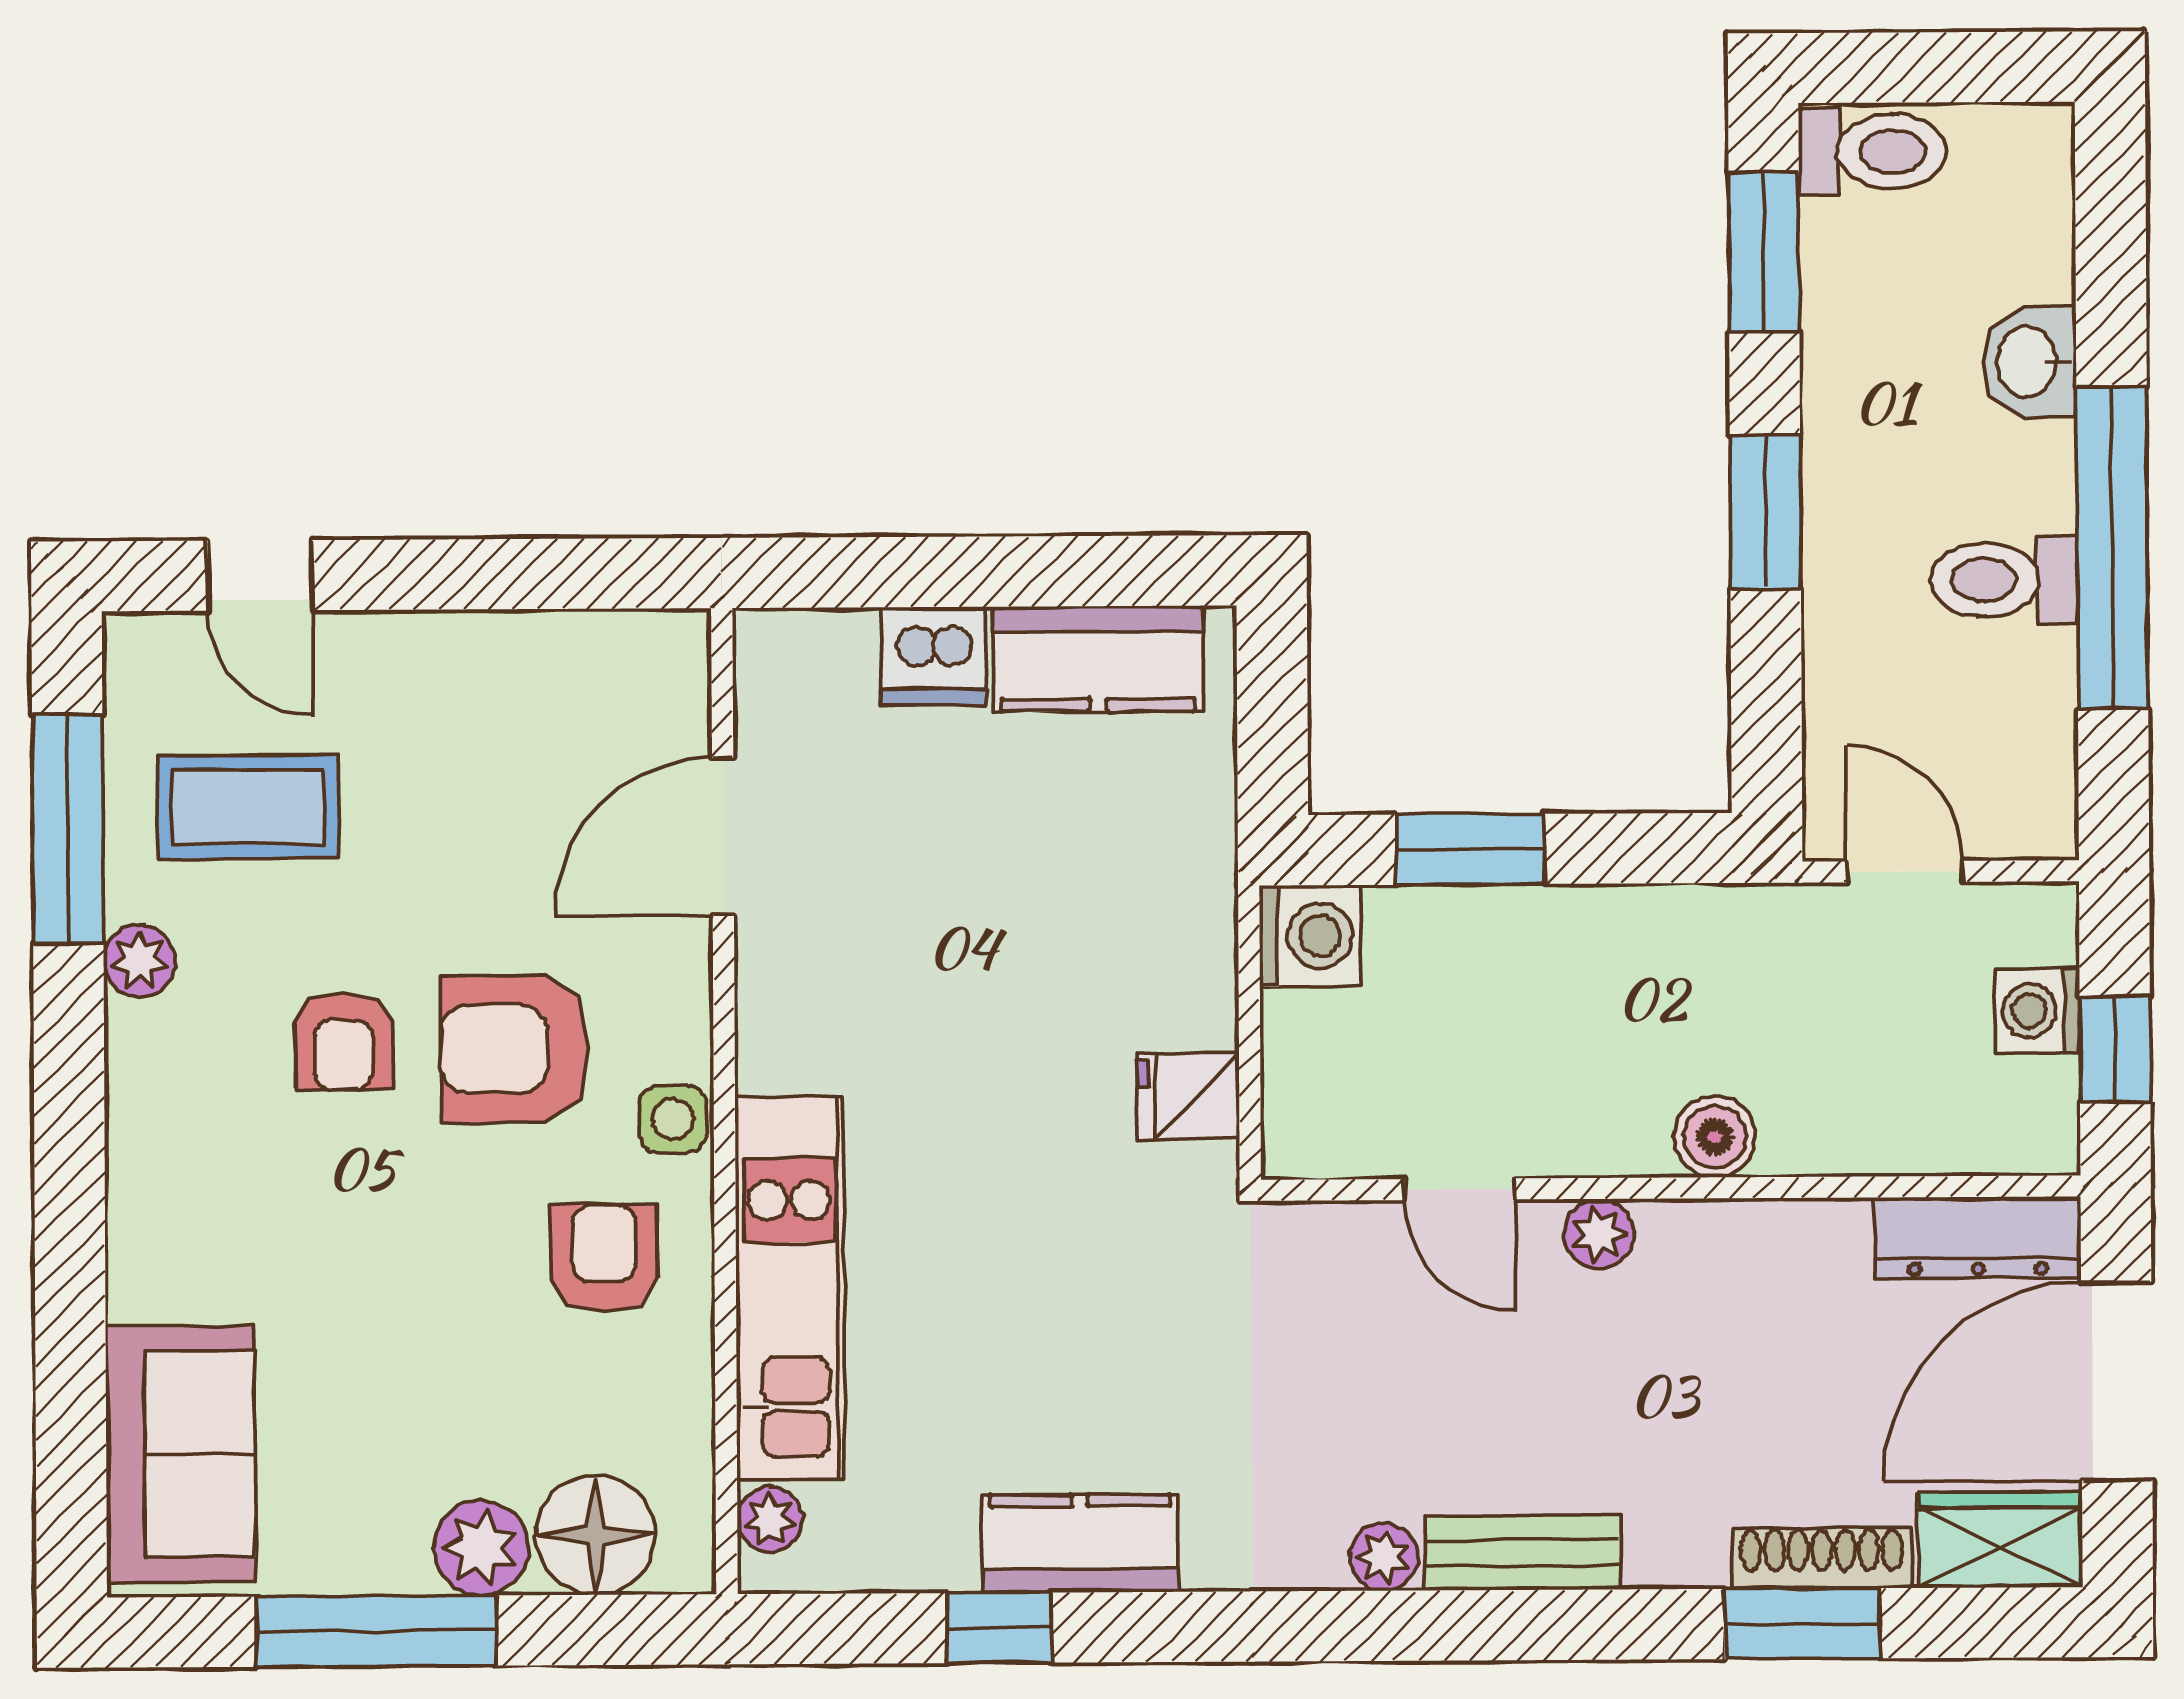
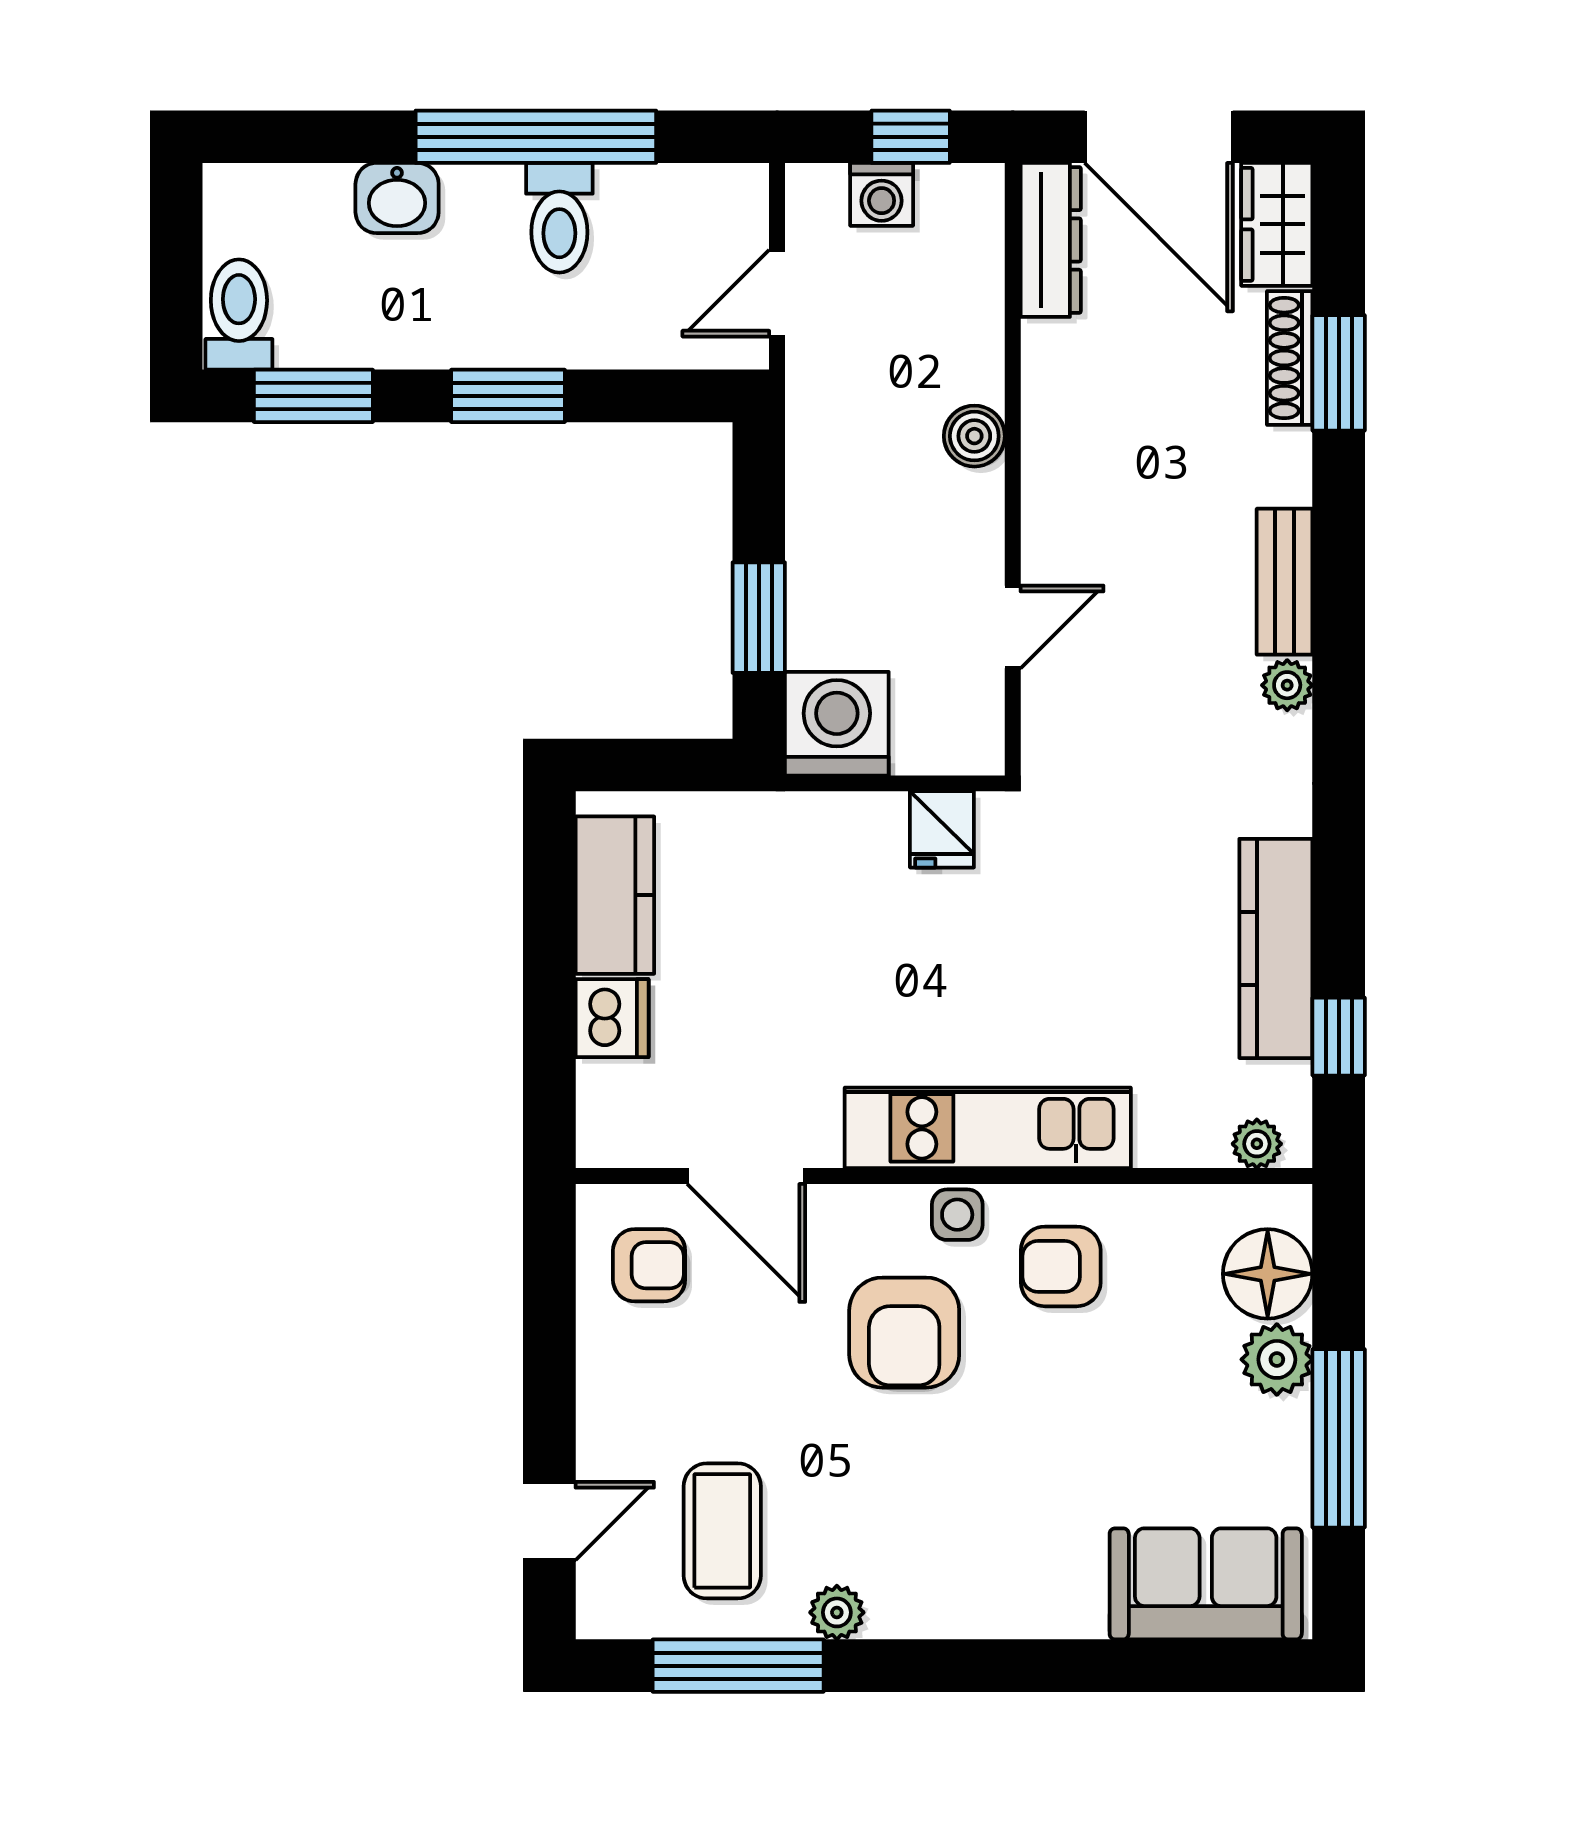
washing machine: (1310, 936) -> (837, 724), width x1.37, depth x1.37
armchair: (343, 1041) -> (649, 1265), moved
plant: (1599, 1234) -> (1047, 523), removed
kitchen unit: (790, 1288) -> (988, 1128), moved
kitchen counter: (1080, 1543) -> (1276, 948), width x1.50
window: (999, 1628) -> (1339, 1037), moved

